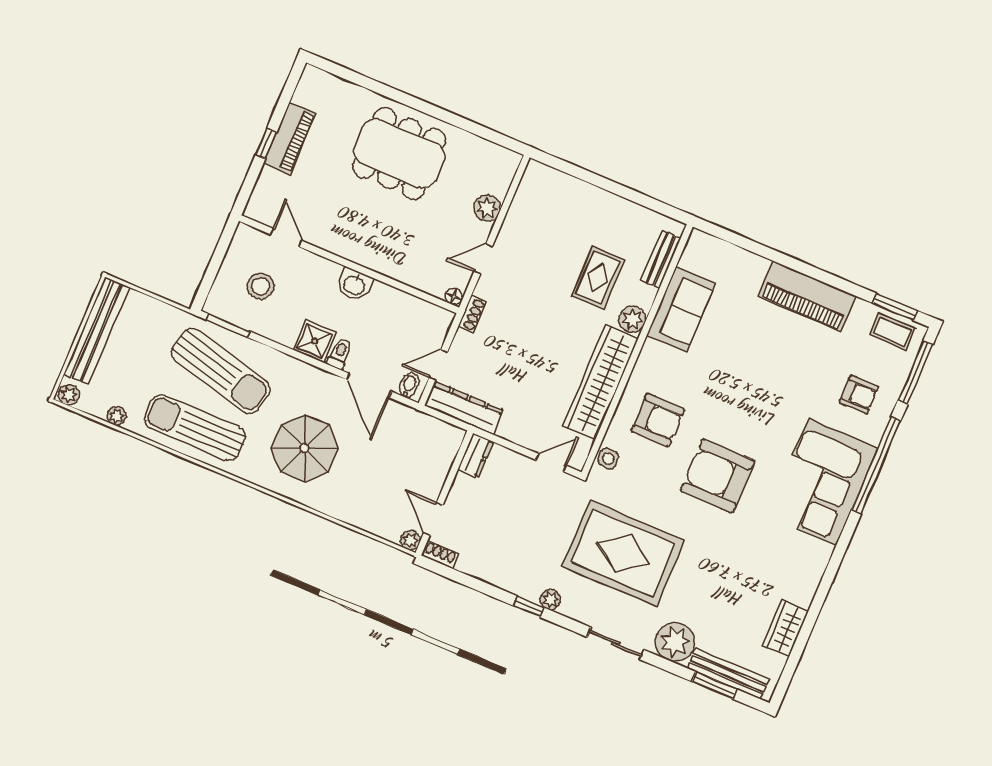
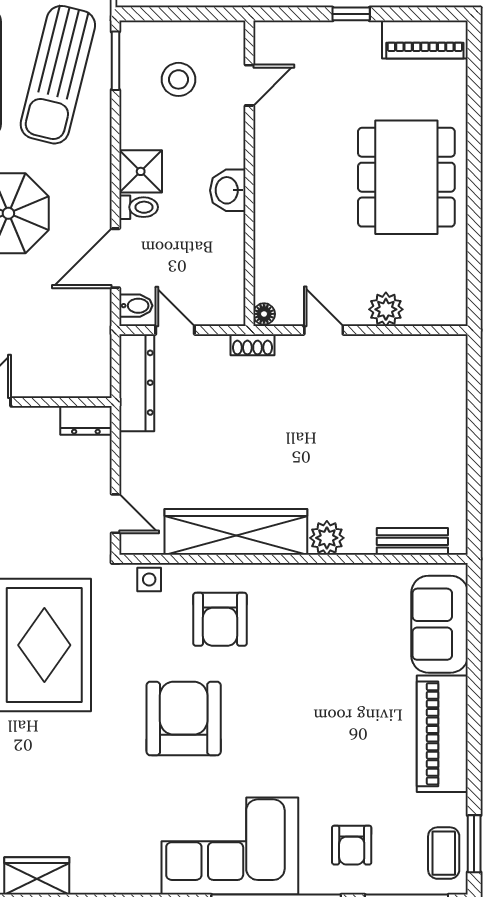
piano: (290, 139) -> (425, 40), moved
rug: (598, 277) -> (359, 476), removed
sofa: (681, 309) -> (440, 624), moved, turned 90

